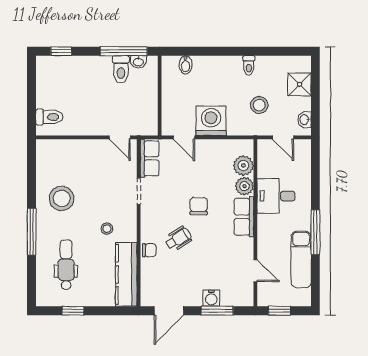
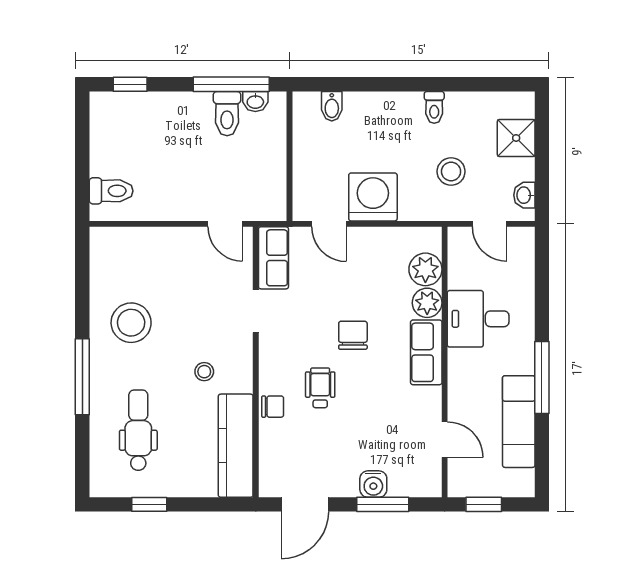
wheelchair: (178, 239) -> (320, 388), turned -58

